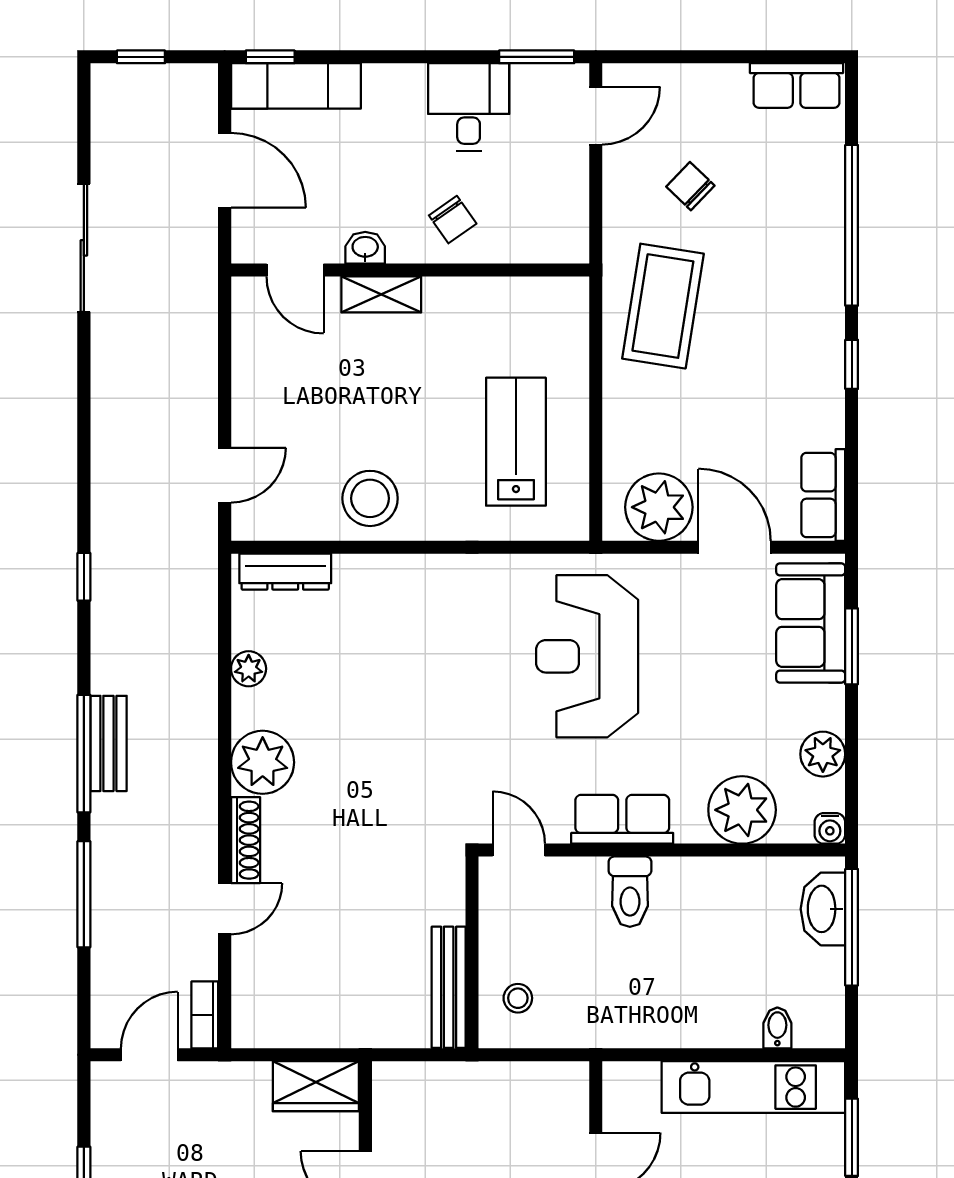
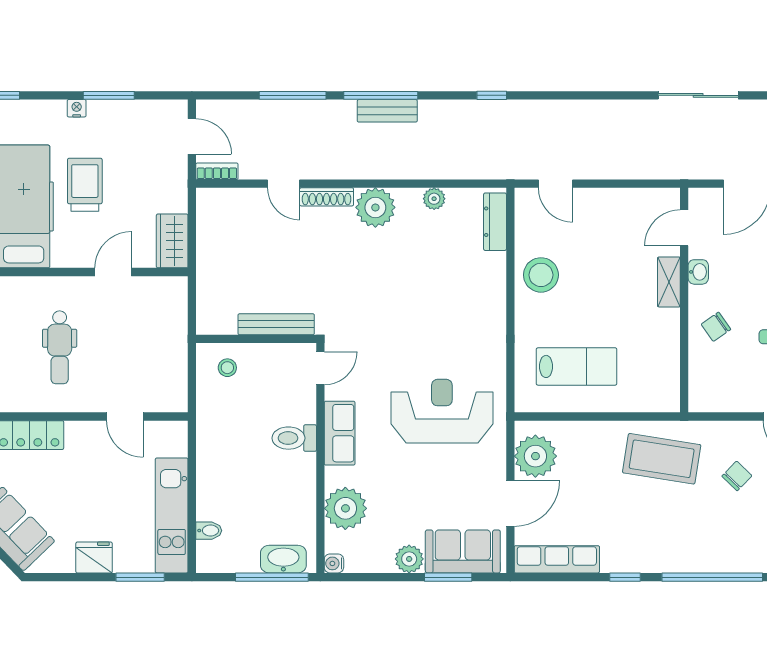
row of seats: (823, 495) -> (557, 559), width x1.48
plant: (823, 754) -> (409, 559), moved
bench: (449, 987) -> (276, 324), moved

